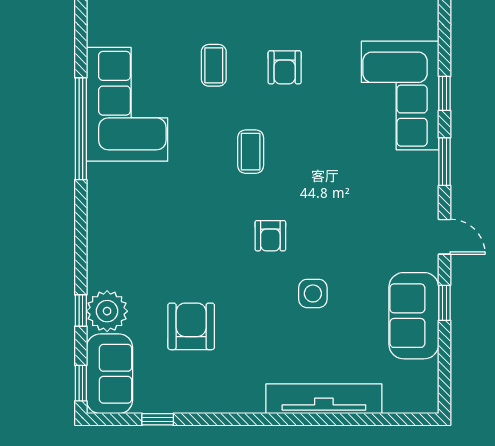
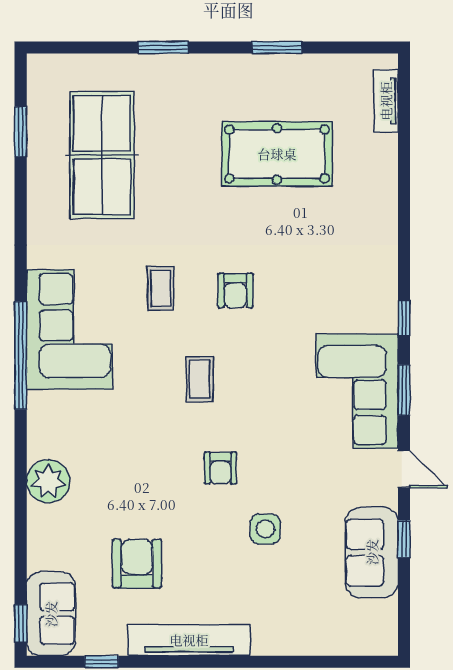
corner sofa: (400, 96) -> (357, 391), moved
window: (81, 311) -> (21, 547), removed
plant: (107, 311) -> (48, 481), moved
tv unit: (324, 399) -> (189, 640), moved

